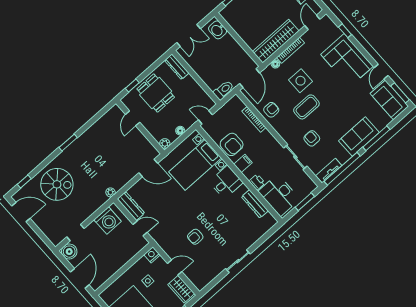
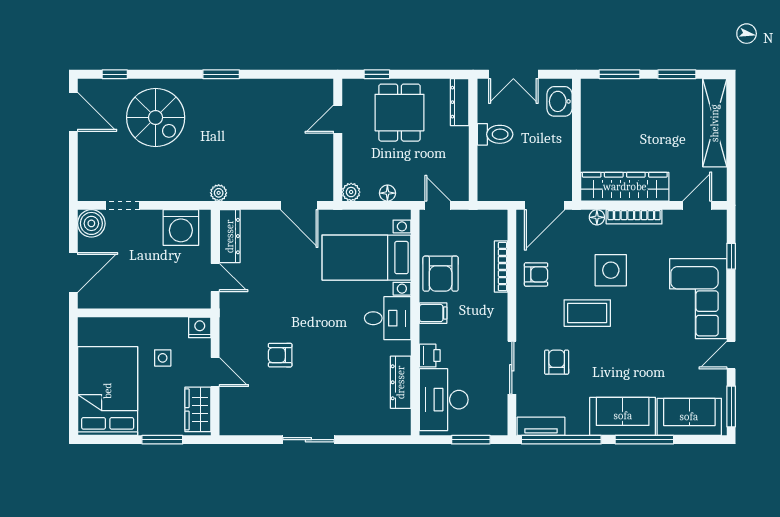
toilet: (224, 90) -> (495, 134), moved
sofa: (389, 100) -> (689, 417), moved, turned 90

